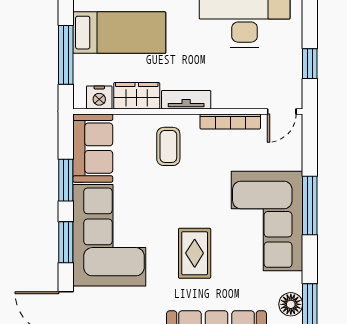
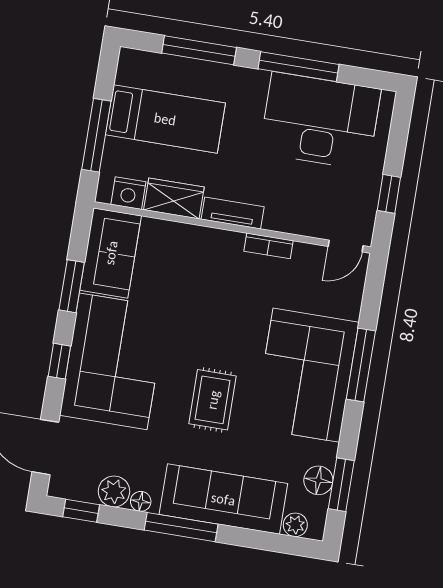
bookcase: (230, 122) -> (268, 246), width x0.64
coffee table: (168, 146) -> (202, 266), removed
window: (66, 242) -> (59, 361), width x0.67

